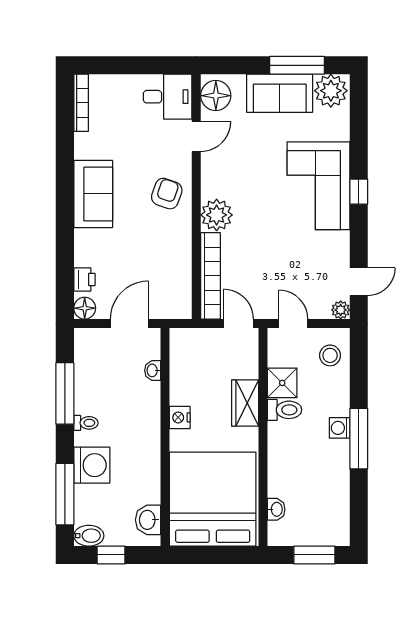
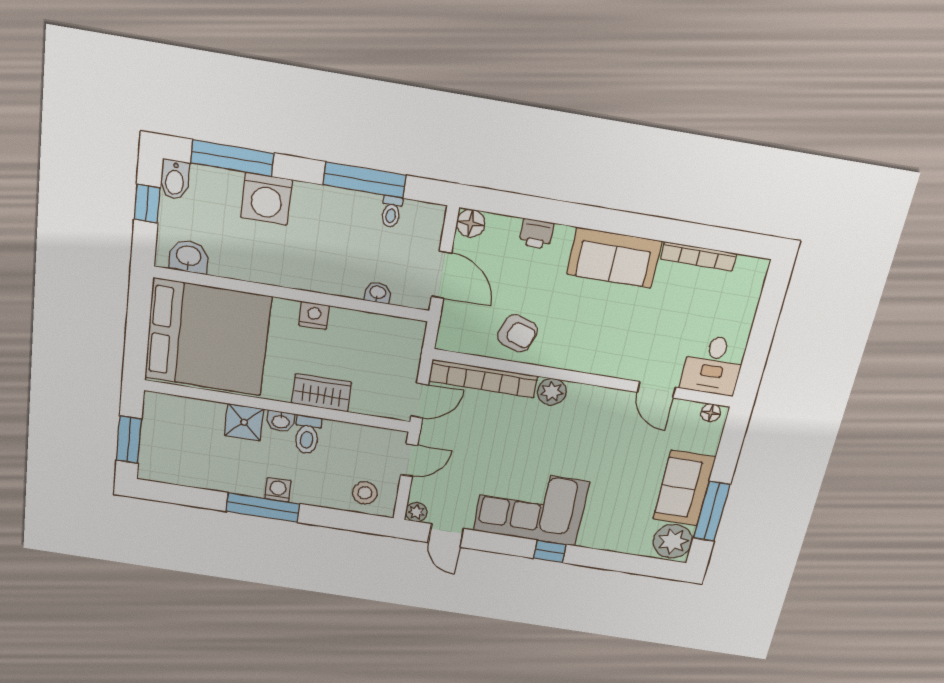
floor lamp: (216, 96) -> (711, 413), width x0.53, depth x0.53
bookcase: (81, 103) -> (698, 256), moved
corner sofa: (318, 186) -> (531, 506), moved
armchair: (167, 194) -> (517, 333), moved
plant: (217, 215) -> (552, 392), width x0.73, depth x0.73
printer: (84, 279) -> (536, 234), moved
shower: (282, 383) -> (244, 422), moved
toilet: (86, 423) -> (391, 212), moved
washbasin: (276, 509) -> (281, 421), moved

